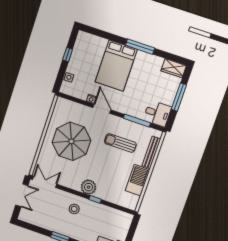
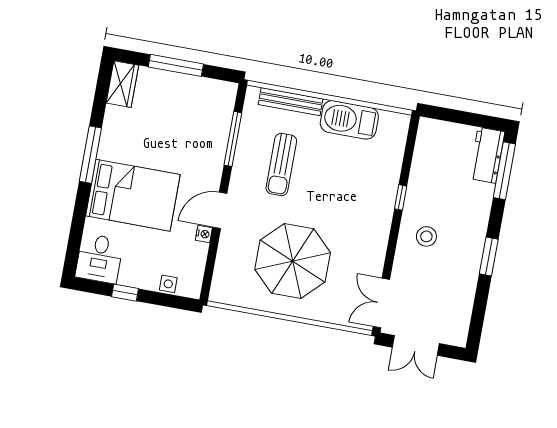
desk: (157, 113) -> (99, 258), moved, turned 180
plant: (88, 187) -> (378, 214), removed
double door: (22, 195) -> (416, 345), swing flipped

